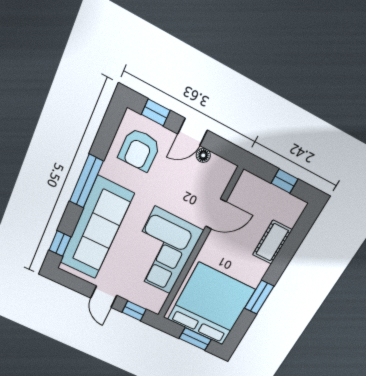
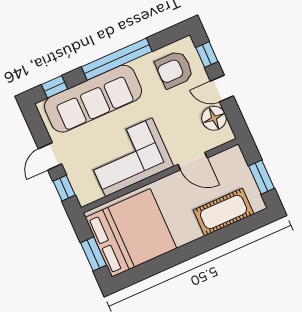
floor lamp: (203, 155) -> (214, 118), width x1.89, depth x1.89
window: (86, 181) -> (117, 59), width x1.46
window: (285, 181) -> (261, 177), width x1.50
cot: (272, 242) -> (224, 212), width x1.37, depth x1.34
window: (259, 297) -> (174, 257), removed

